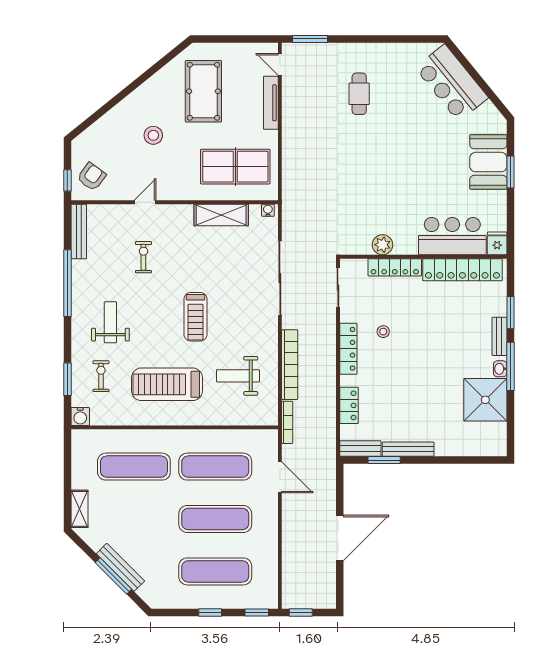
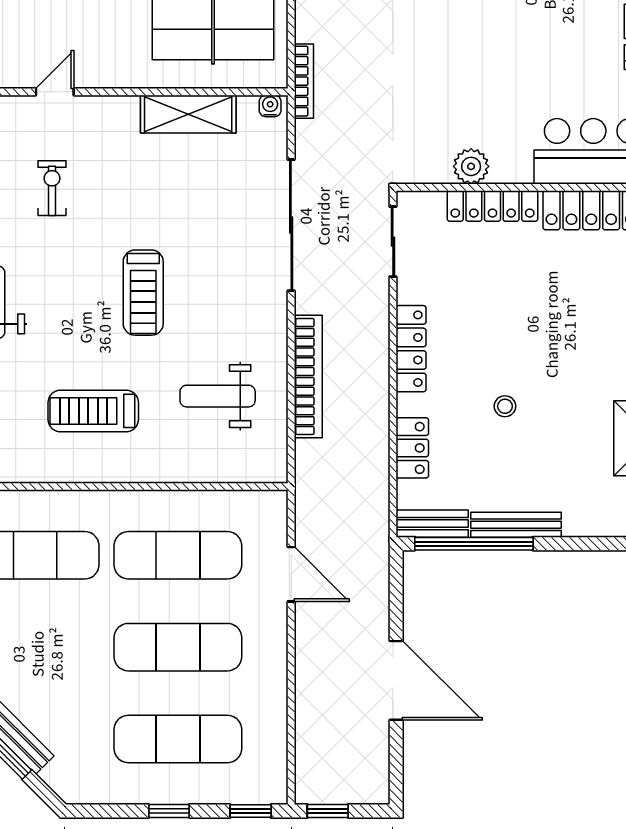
stool: (383, 332) -> (505, 406), moved
treadmill: (167, 384) -> (93, 411), width x0.73, depth x0.73
bookcase: (287, 422) -> (304, 81), moved
window: (384, 460) -> (474, 544), width x2.11
door: (340, 538) -> (396, 680), hinge flipped

